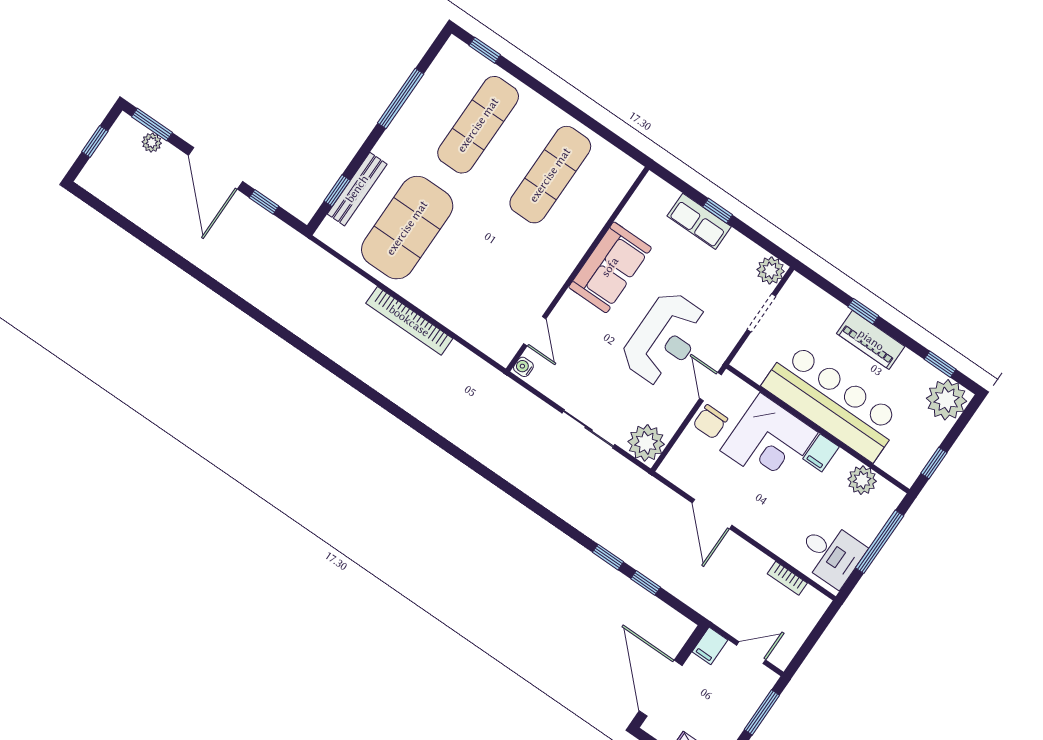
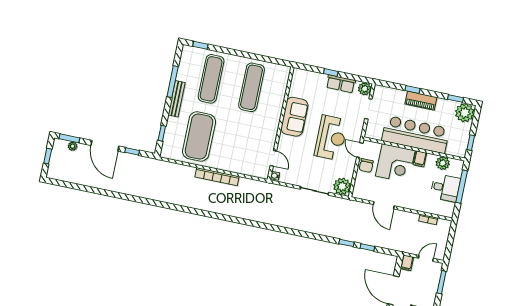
bench: (357, 189) -> (177, 99), moved
row of seats: (699, 221) -> (341, 84), moved
desk: (831, 554) -> (445, 188), moved

